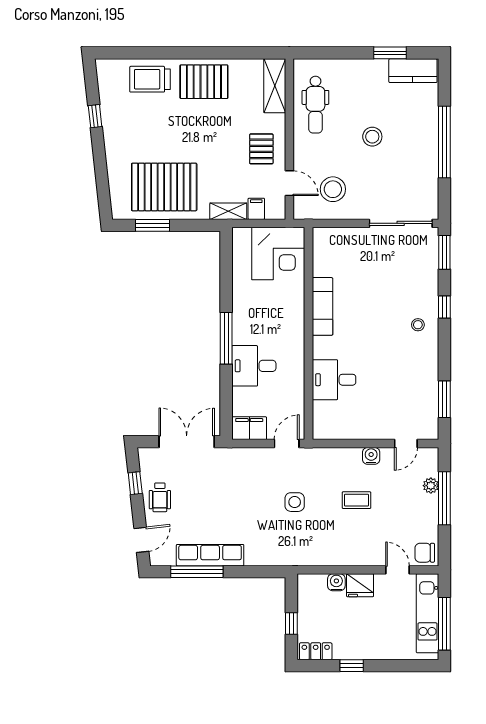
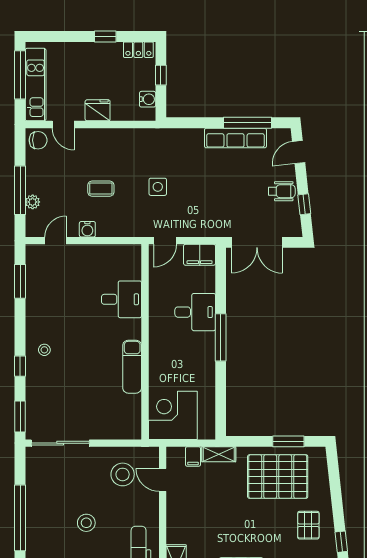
pallet: (261, 149) -> (308, 525), moved
wheelchair: (160, 497) -> (282, 191), turned 90
water cooler: (336, 582) -> (148, 99), moved, turned -90

